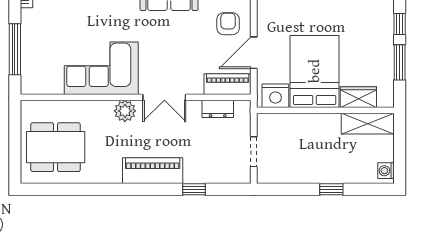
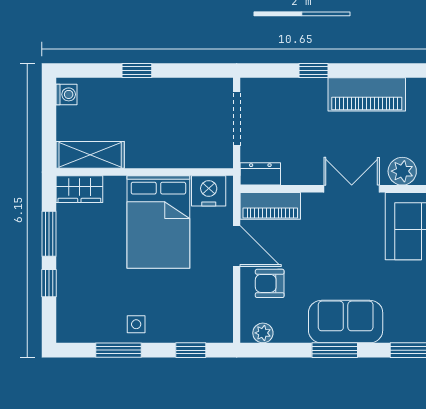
armchair: (228, 24) -> (270, 283), turned 90
door: (254, 53) -> (237, 246), hinge flipped
wardrobe: (358, 97) -> (79, 189), moved
dresser: (218, 109) -> (260, 174), moved
doorway: (254, 152) -> (237, 119), width x1.38

